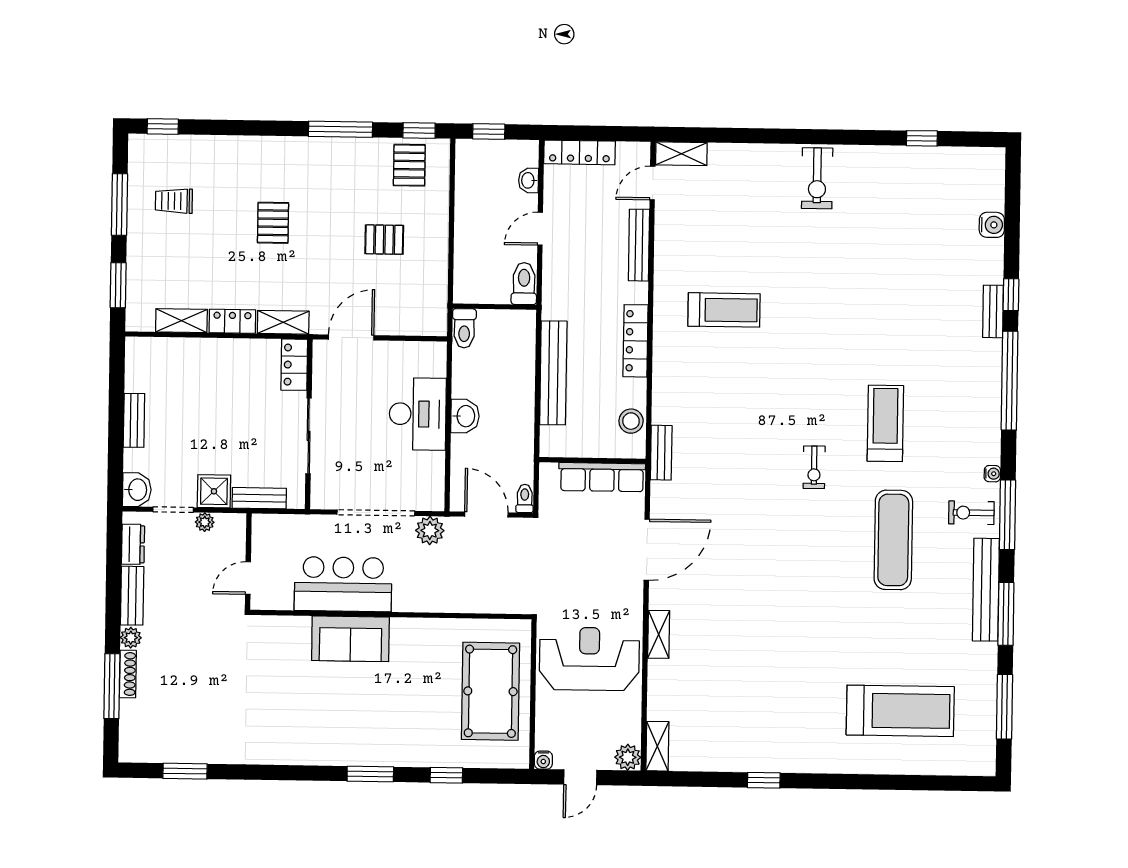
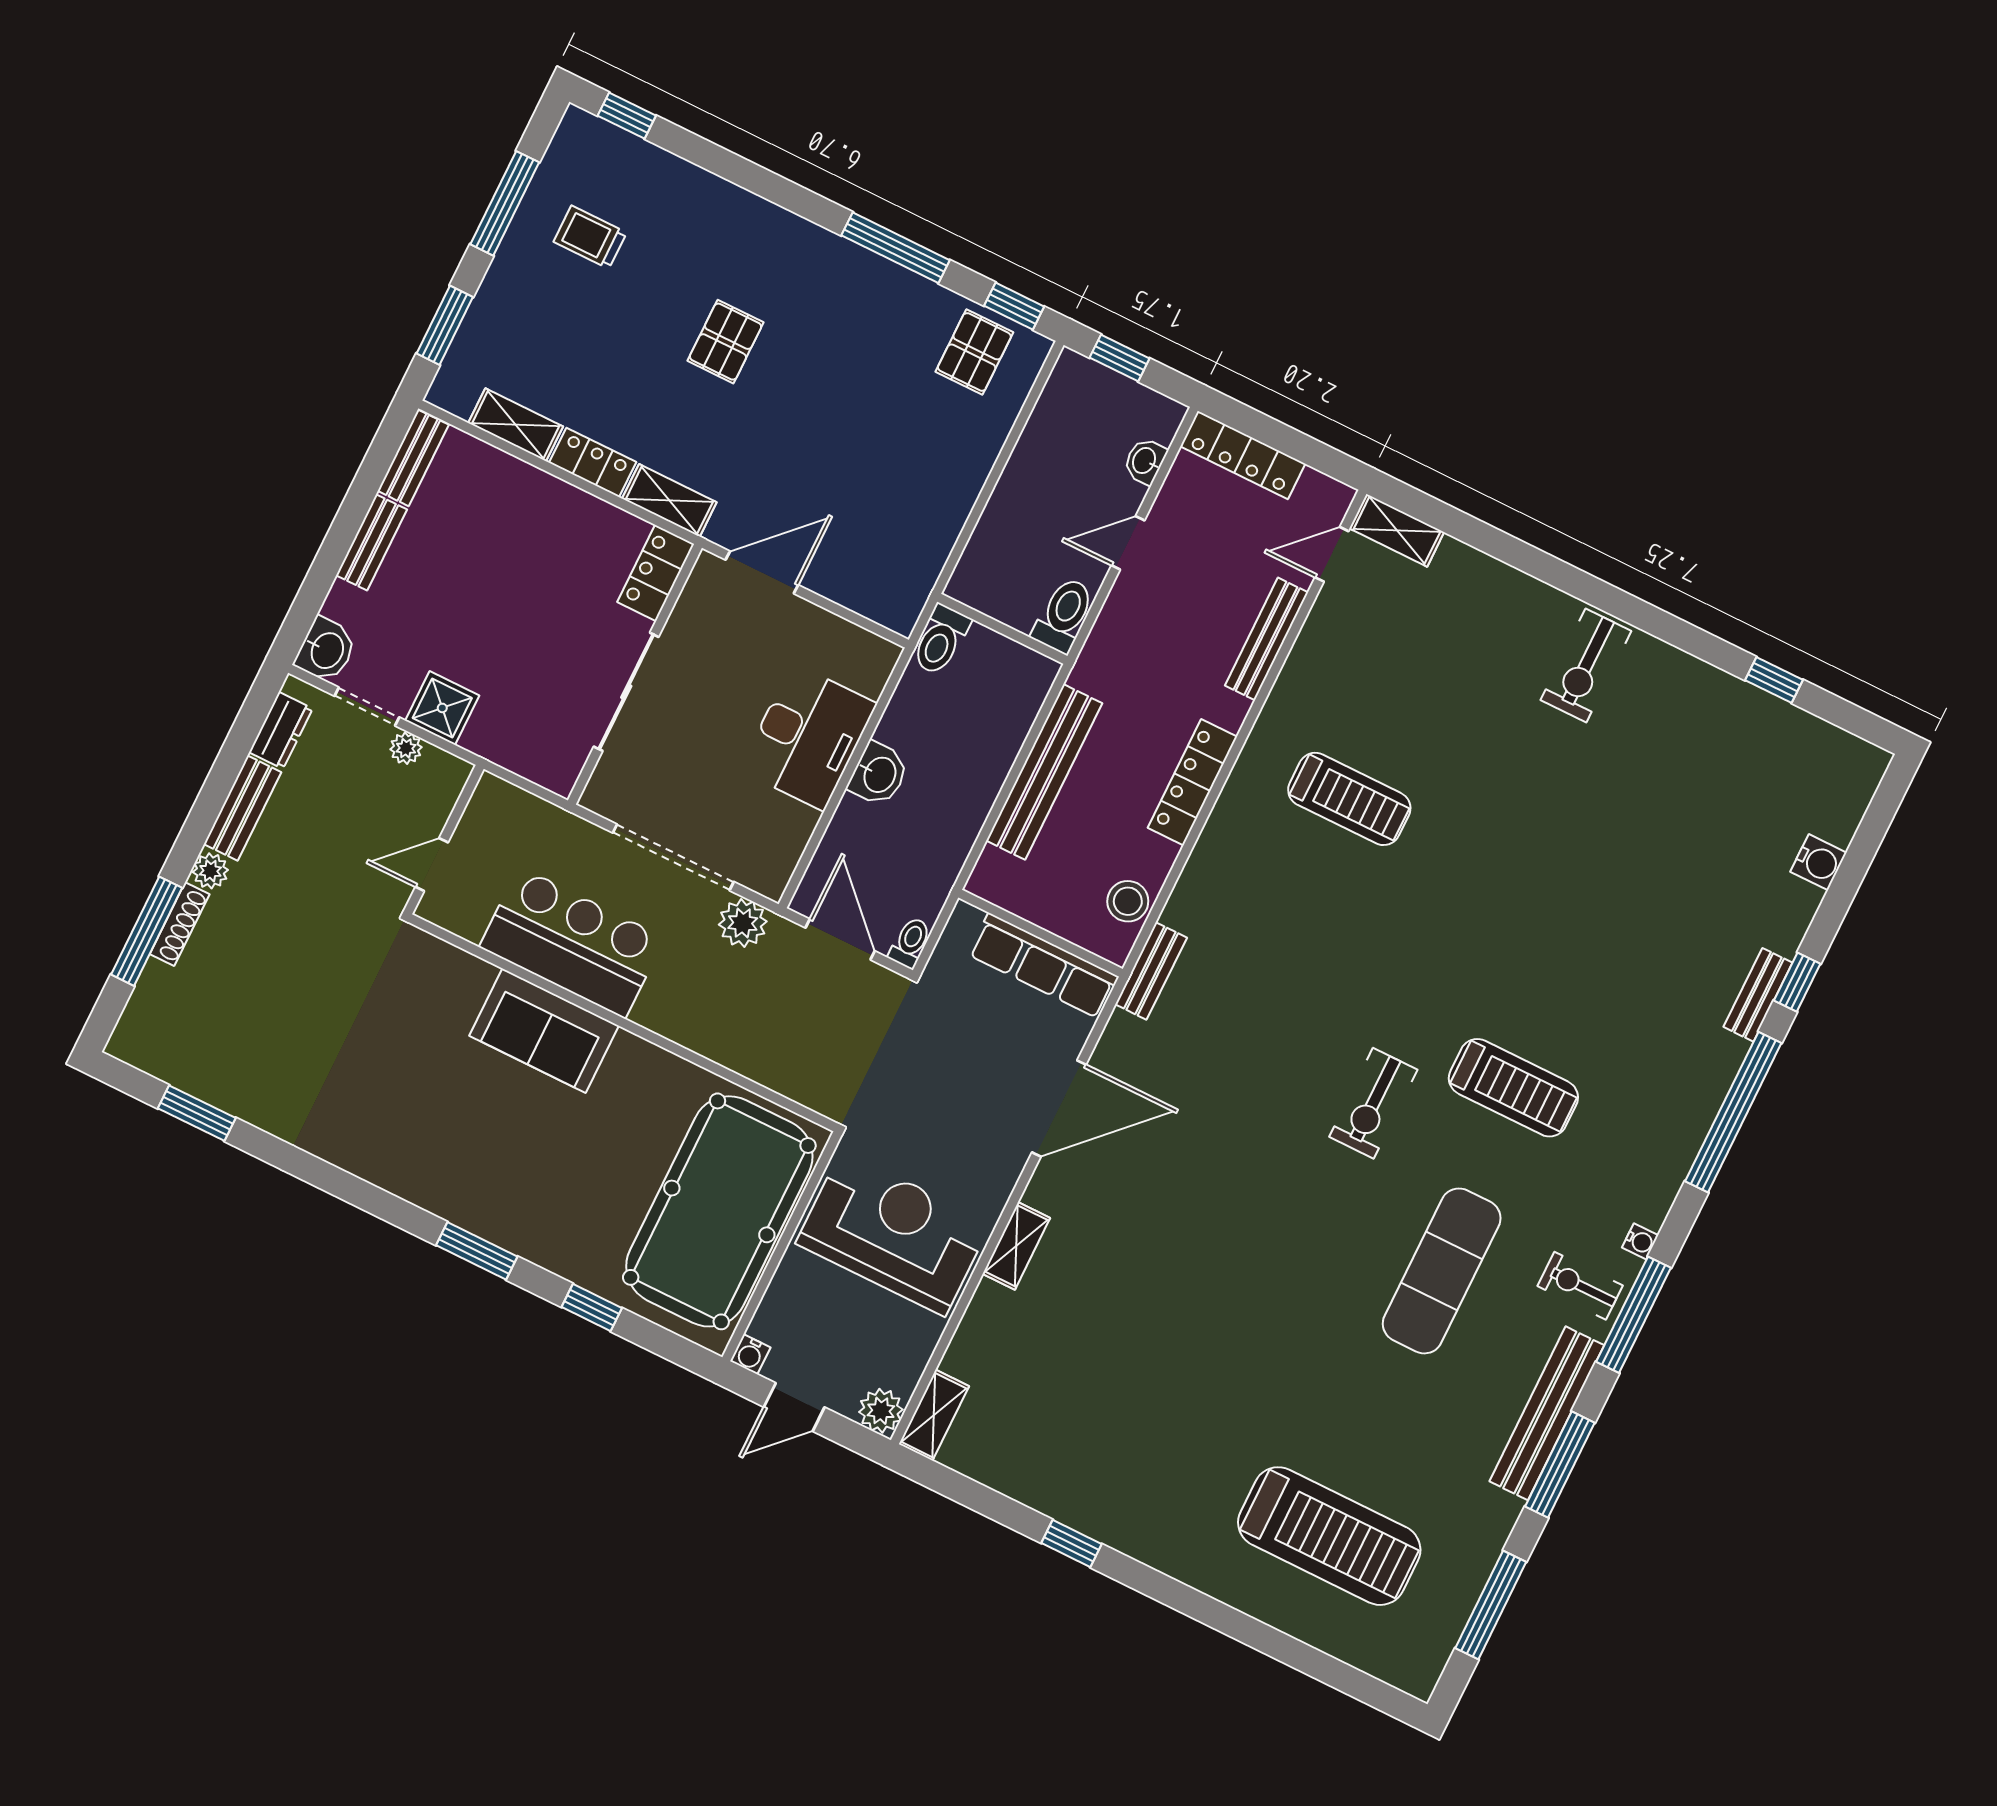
pallet: (384, 240) -> (883, 447), removed
treadmill: (885, 423) -> (1513, 1088), turned 90
exercise bike: (814, 467) -> (1373, 1103), width x1.38, depth x1.39
bench: (259, 498) -> (413, 458), moved, turned 90
pool table: (490, 691) -> (719, 1211), width x1.36, depth x1.32

